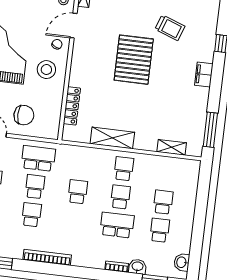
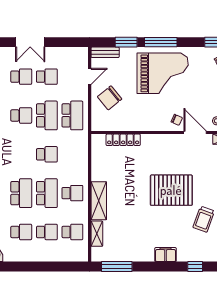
stool: (46, 70) -> (153, 113), removed
chair: (24, 115) -> (110, 98), turned 51
shelving: (112, 138) -> (99, 201), moved
school desk: (166, 174) -> (72, 232), added
school desk: (35, 187) -> (47, 115), width x1.85
school desk: (120, 197) -> (47, 193), width x1.85

